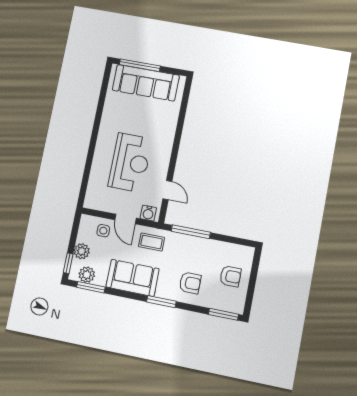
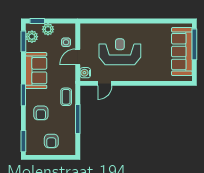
reception desk: (130, 163) -> (120, 52), turned 180
window: (191, 232) -> (78, 119), moved
coffee table: (152, 242) -> (66, 97), moved

